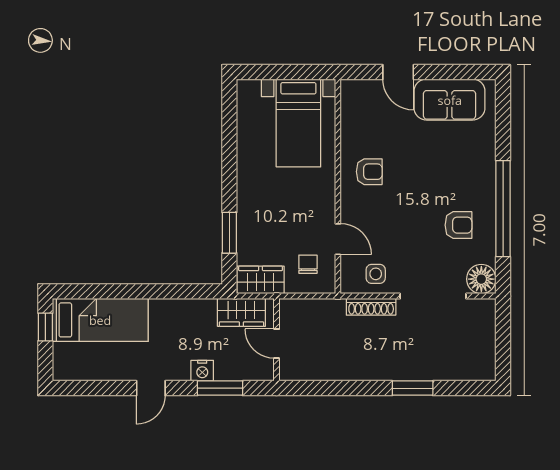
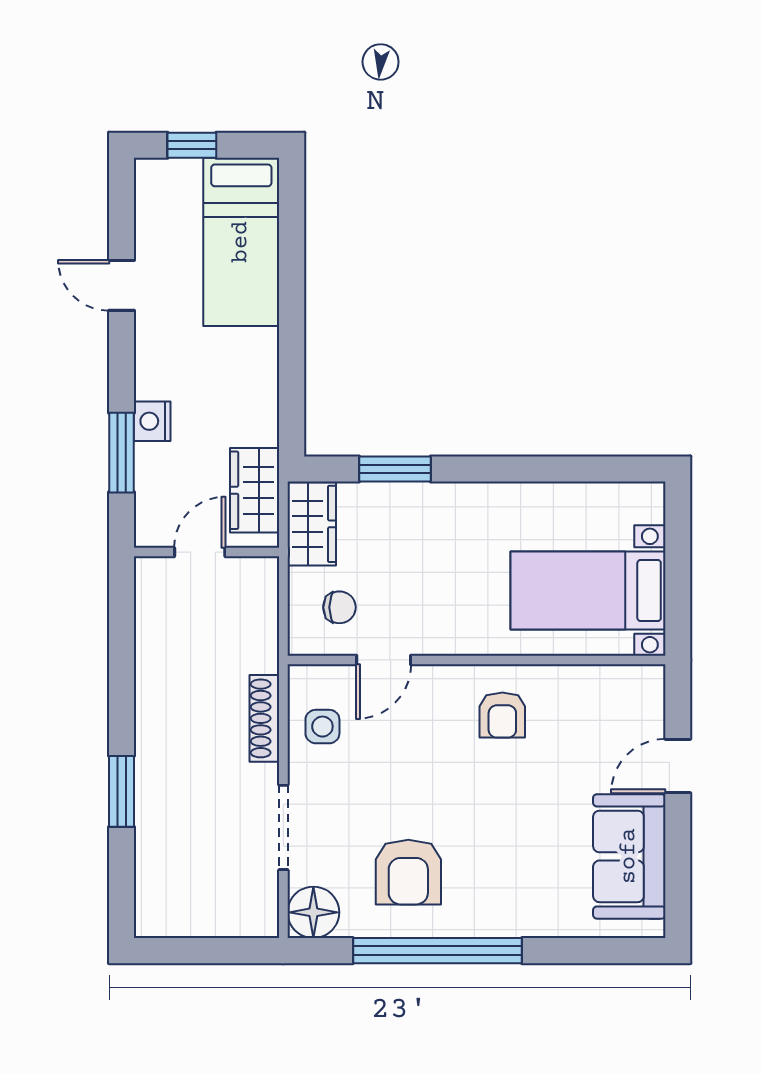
armchair: (458, 225) -> (408, 872), width x1.38, depth x1.38
doorway: (433, 296) -> (283, 827), width x0.73
window: (45, 327) -> (192, 145), moved
door: (151, 388) -> (121, 285), moved

